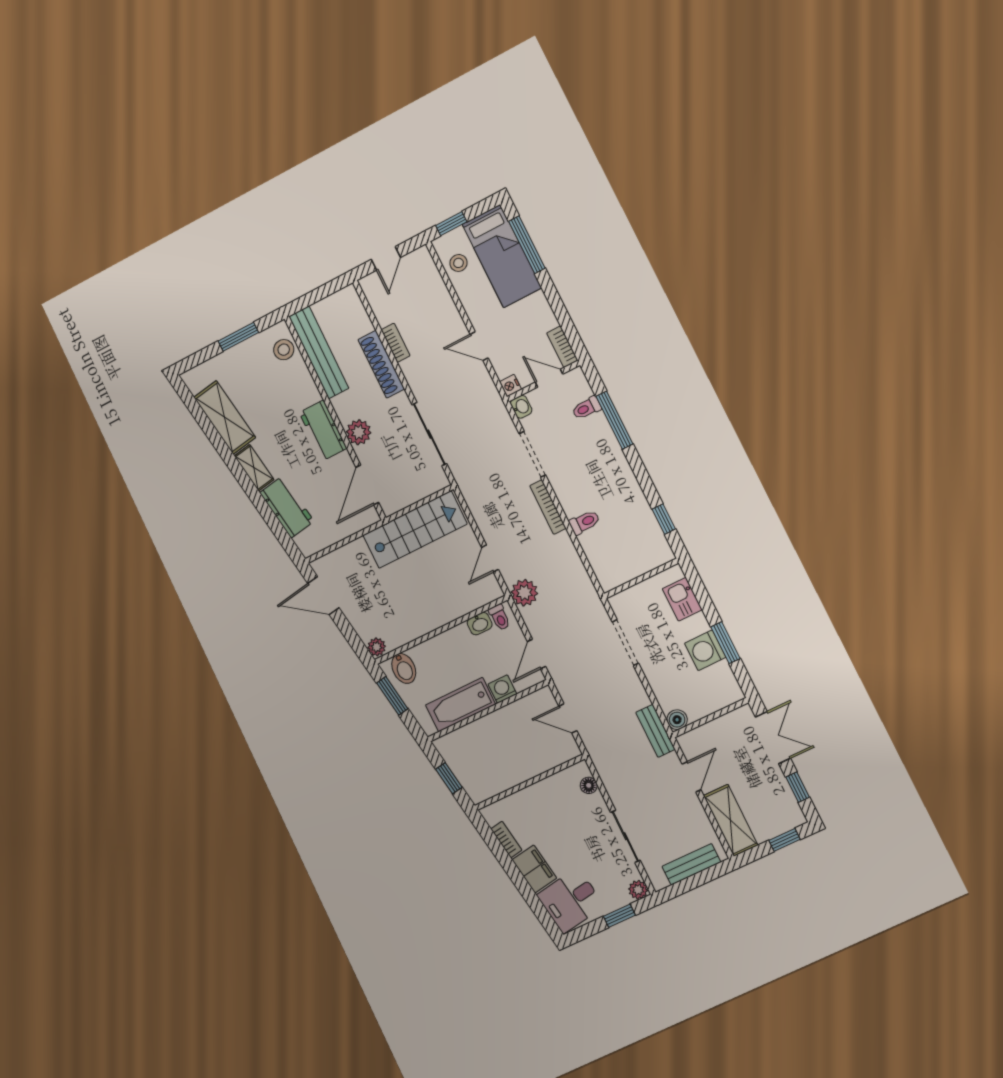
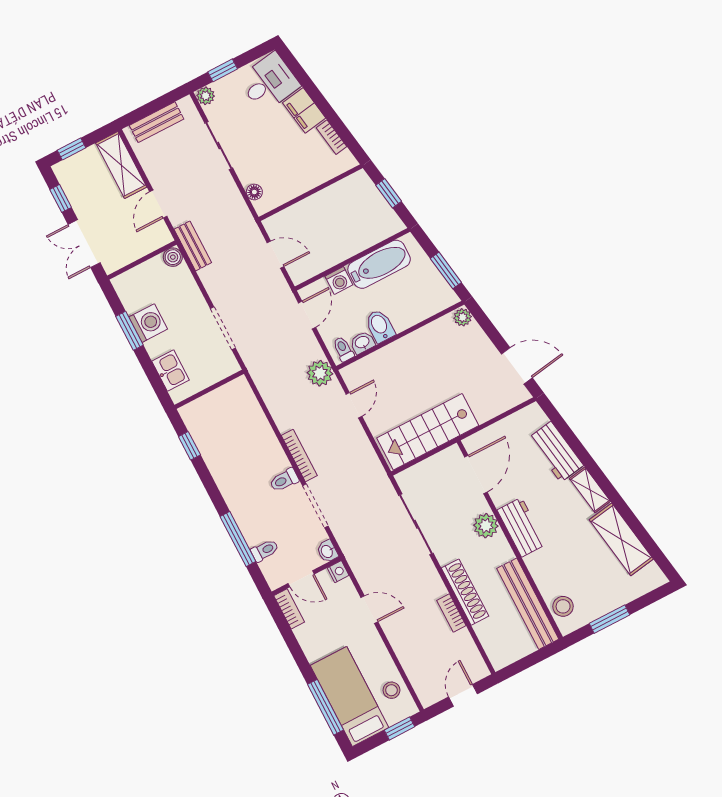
toilet: (585, 522) -> (284, 480), moved
bidet: (404, 668) -> (380, 326), moved

